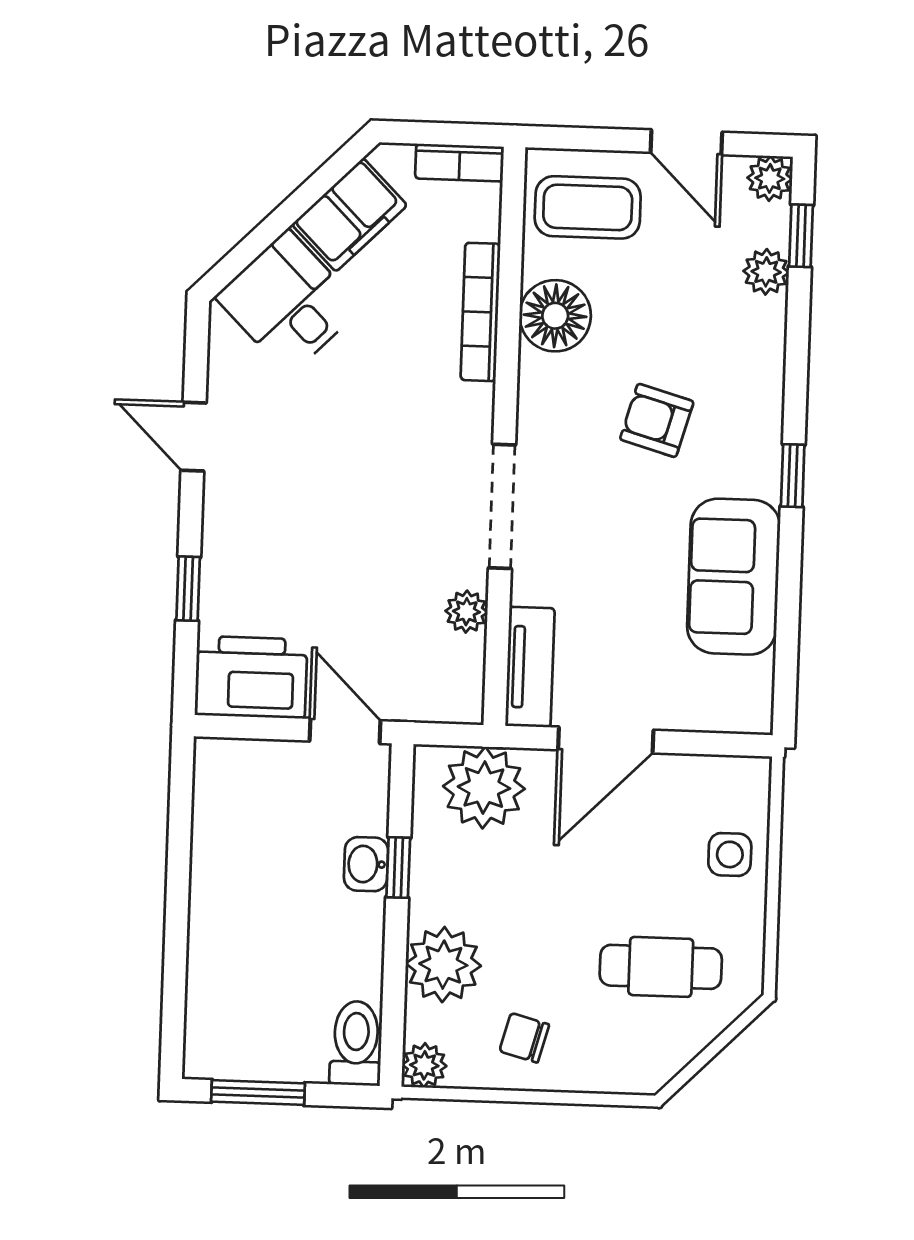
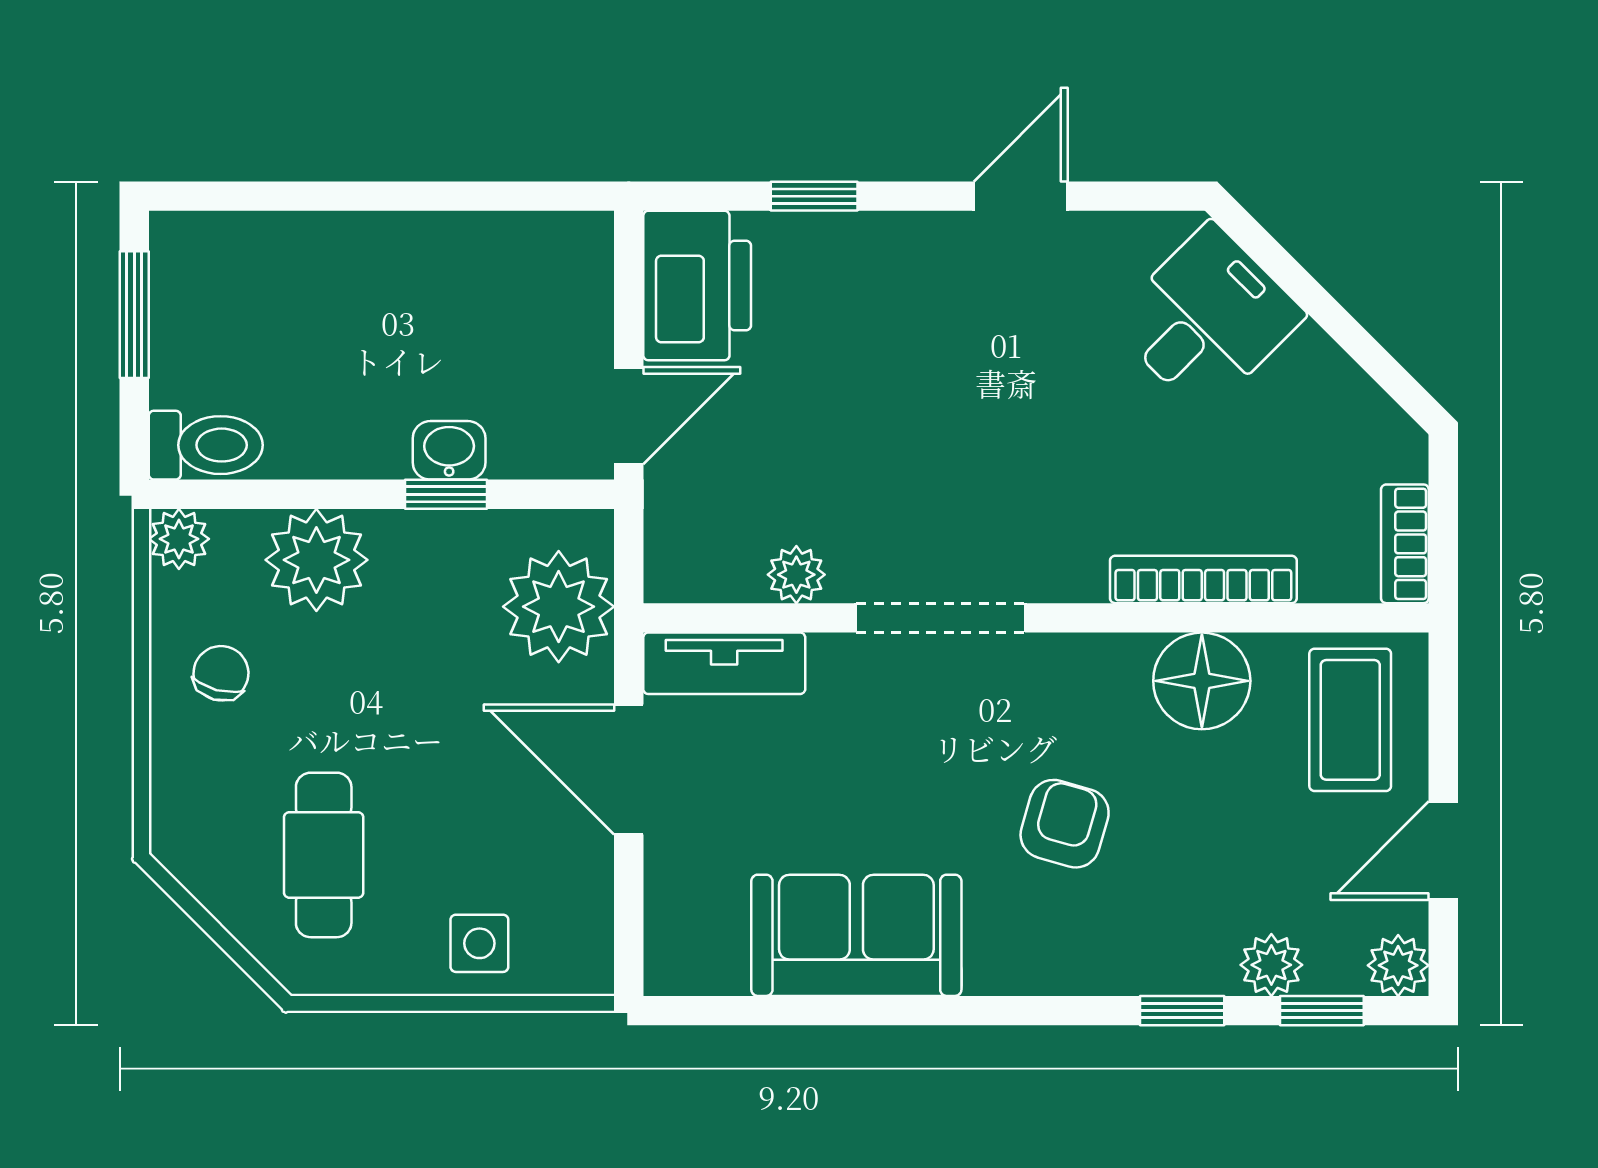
filing cabinet: (349, 215) -> (1329, 397), removed
window: (793, 476) -> (1182, 1011), moved

